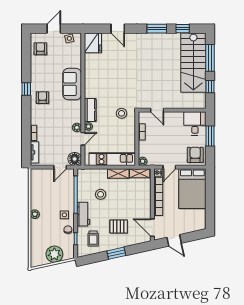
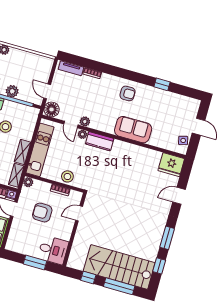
armchair: (40, 49) -> (181, 106), removed
window: (26, 89) -> (162, 84), moved
stool: (122, 113) -> (67, 176), moved
armchair: (195, 155) -> (42, 213), moved, turned 180
plant: (69, 197) -> (12, 91), added

